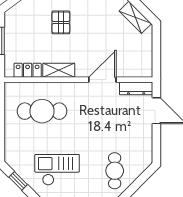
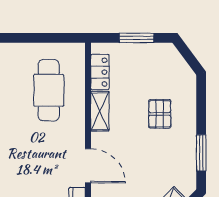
pallet: (61, 22) -> (160, 114), turned 90

